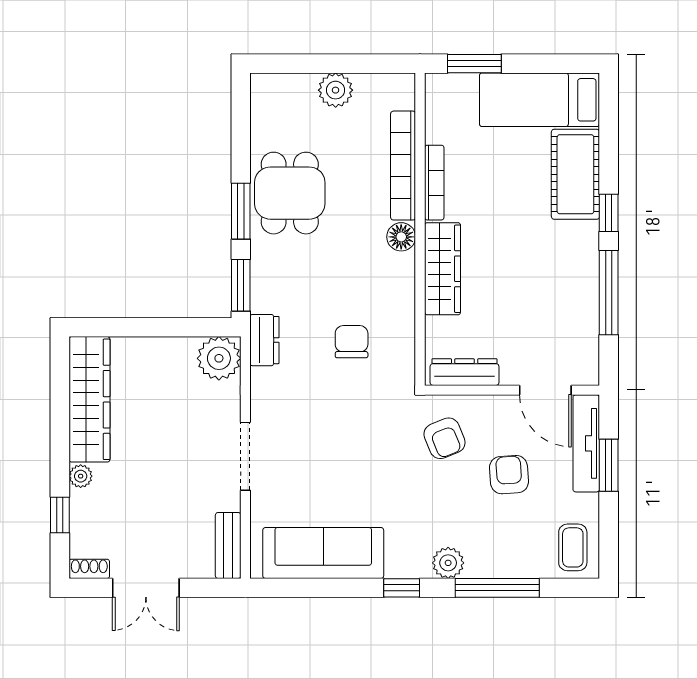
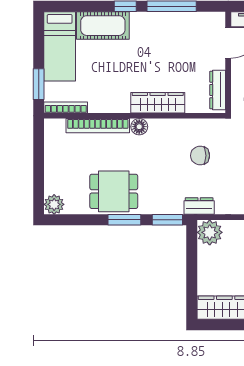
plant: (336, 90) -> (54, 204), moved
bookcase: (434, 183) -> (66, 107), moved

